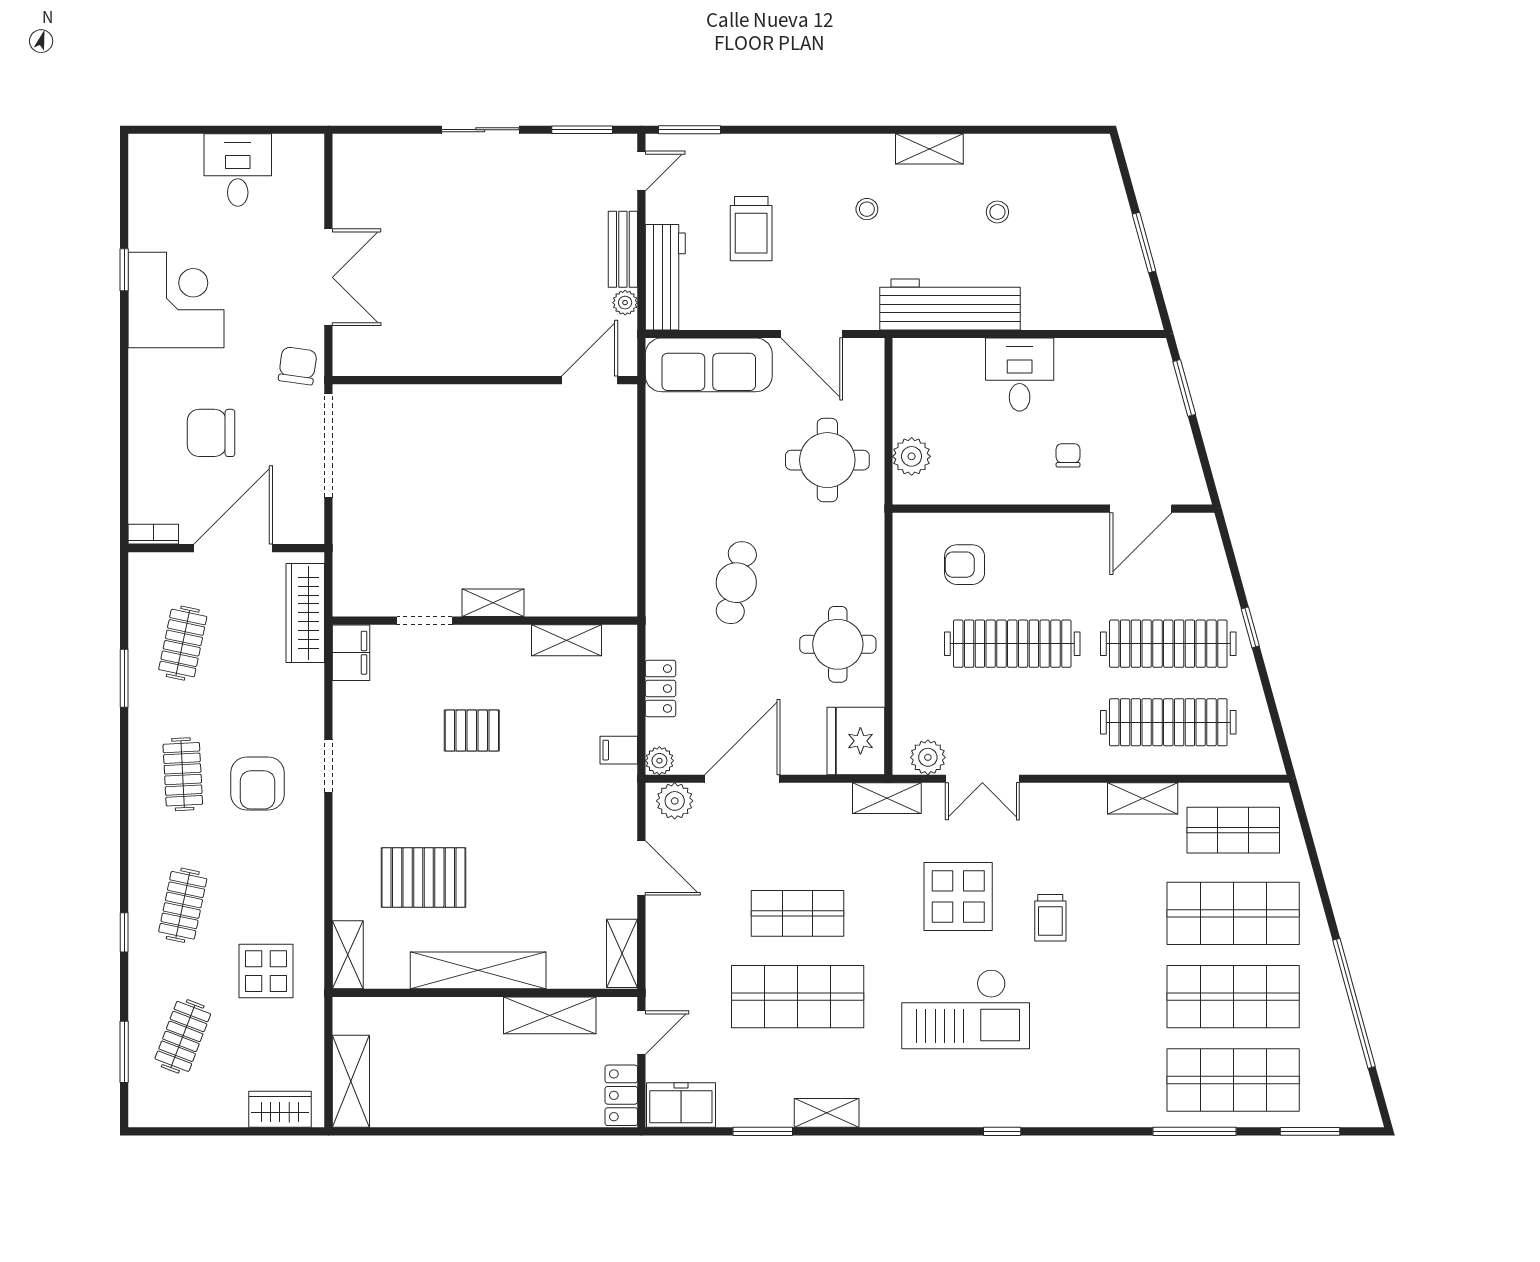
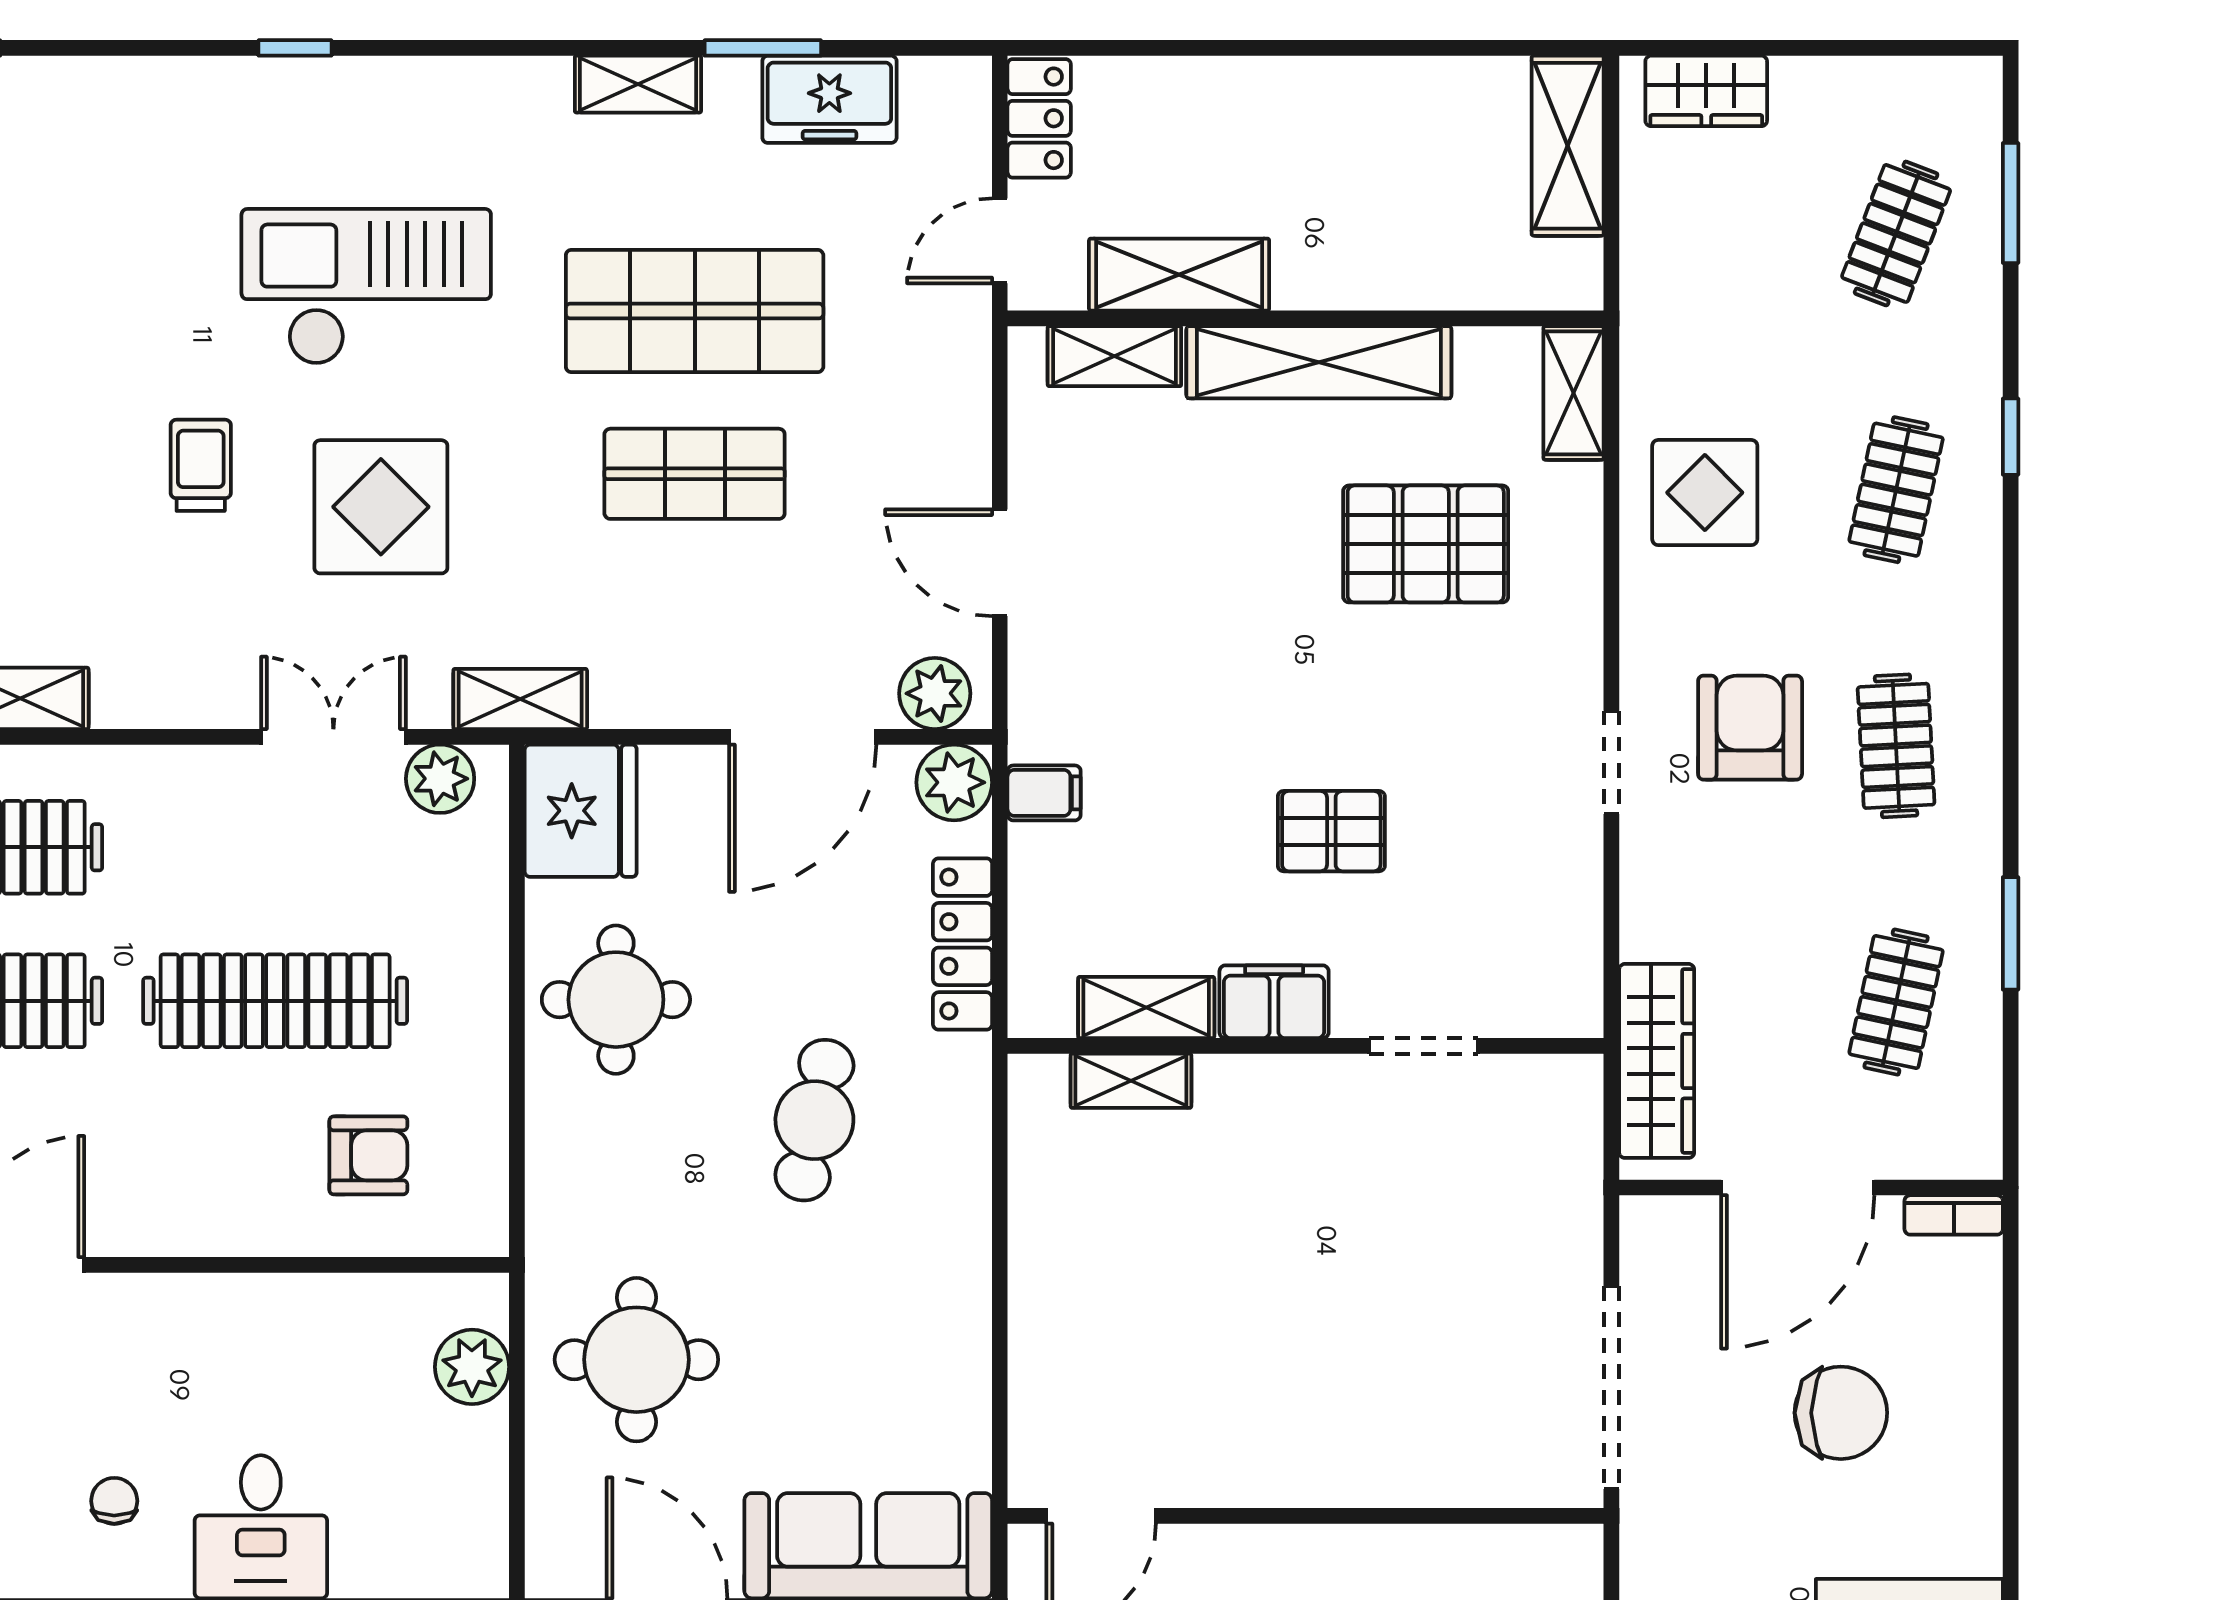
chair: (298, 366) -> (1672, 1544), removed
chair: (1068, 455) -> (114, 1501), moved, turned 180
shelving: (493, 603) -> (1131, 1081), moved
filing cabinet: (351, 653) -> (1274, 1002), moved, turned 90
locker: (661, 689) -> (963, 944), width x1.53
plant: (659, 761) -> (954, 782), width x1.38, depth x1.38
shelving: (622, 953) -> (1114, 356), moved, turned 90
display table: (266, 971) -> (1705, 493), moved
freezer: (681, 1105) -> (829, 99), moved

